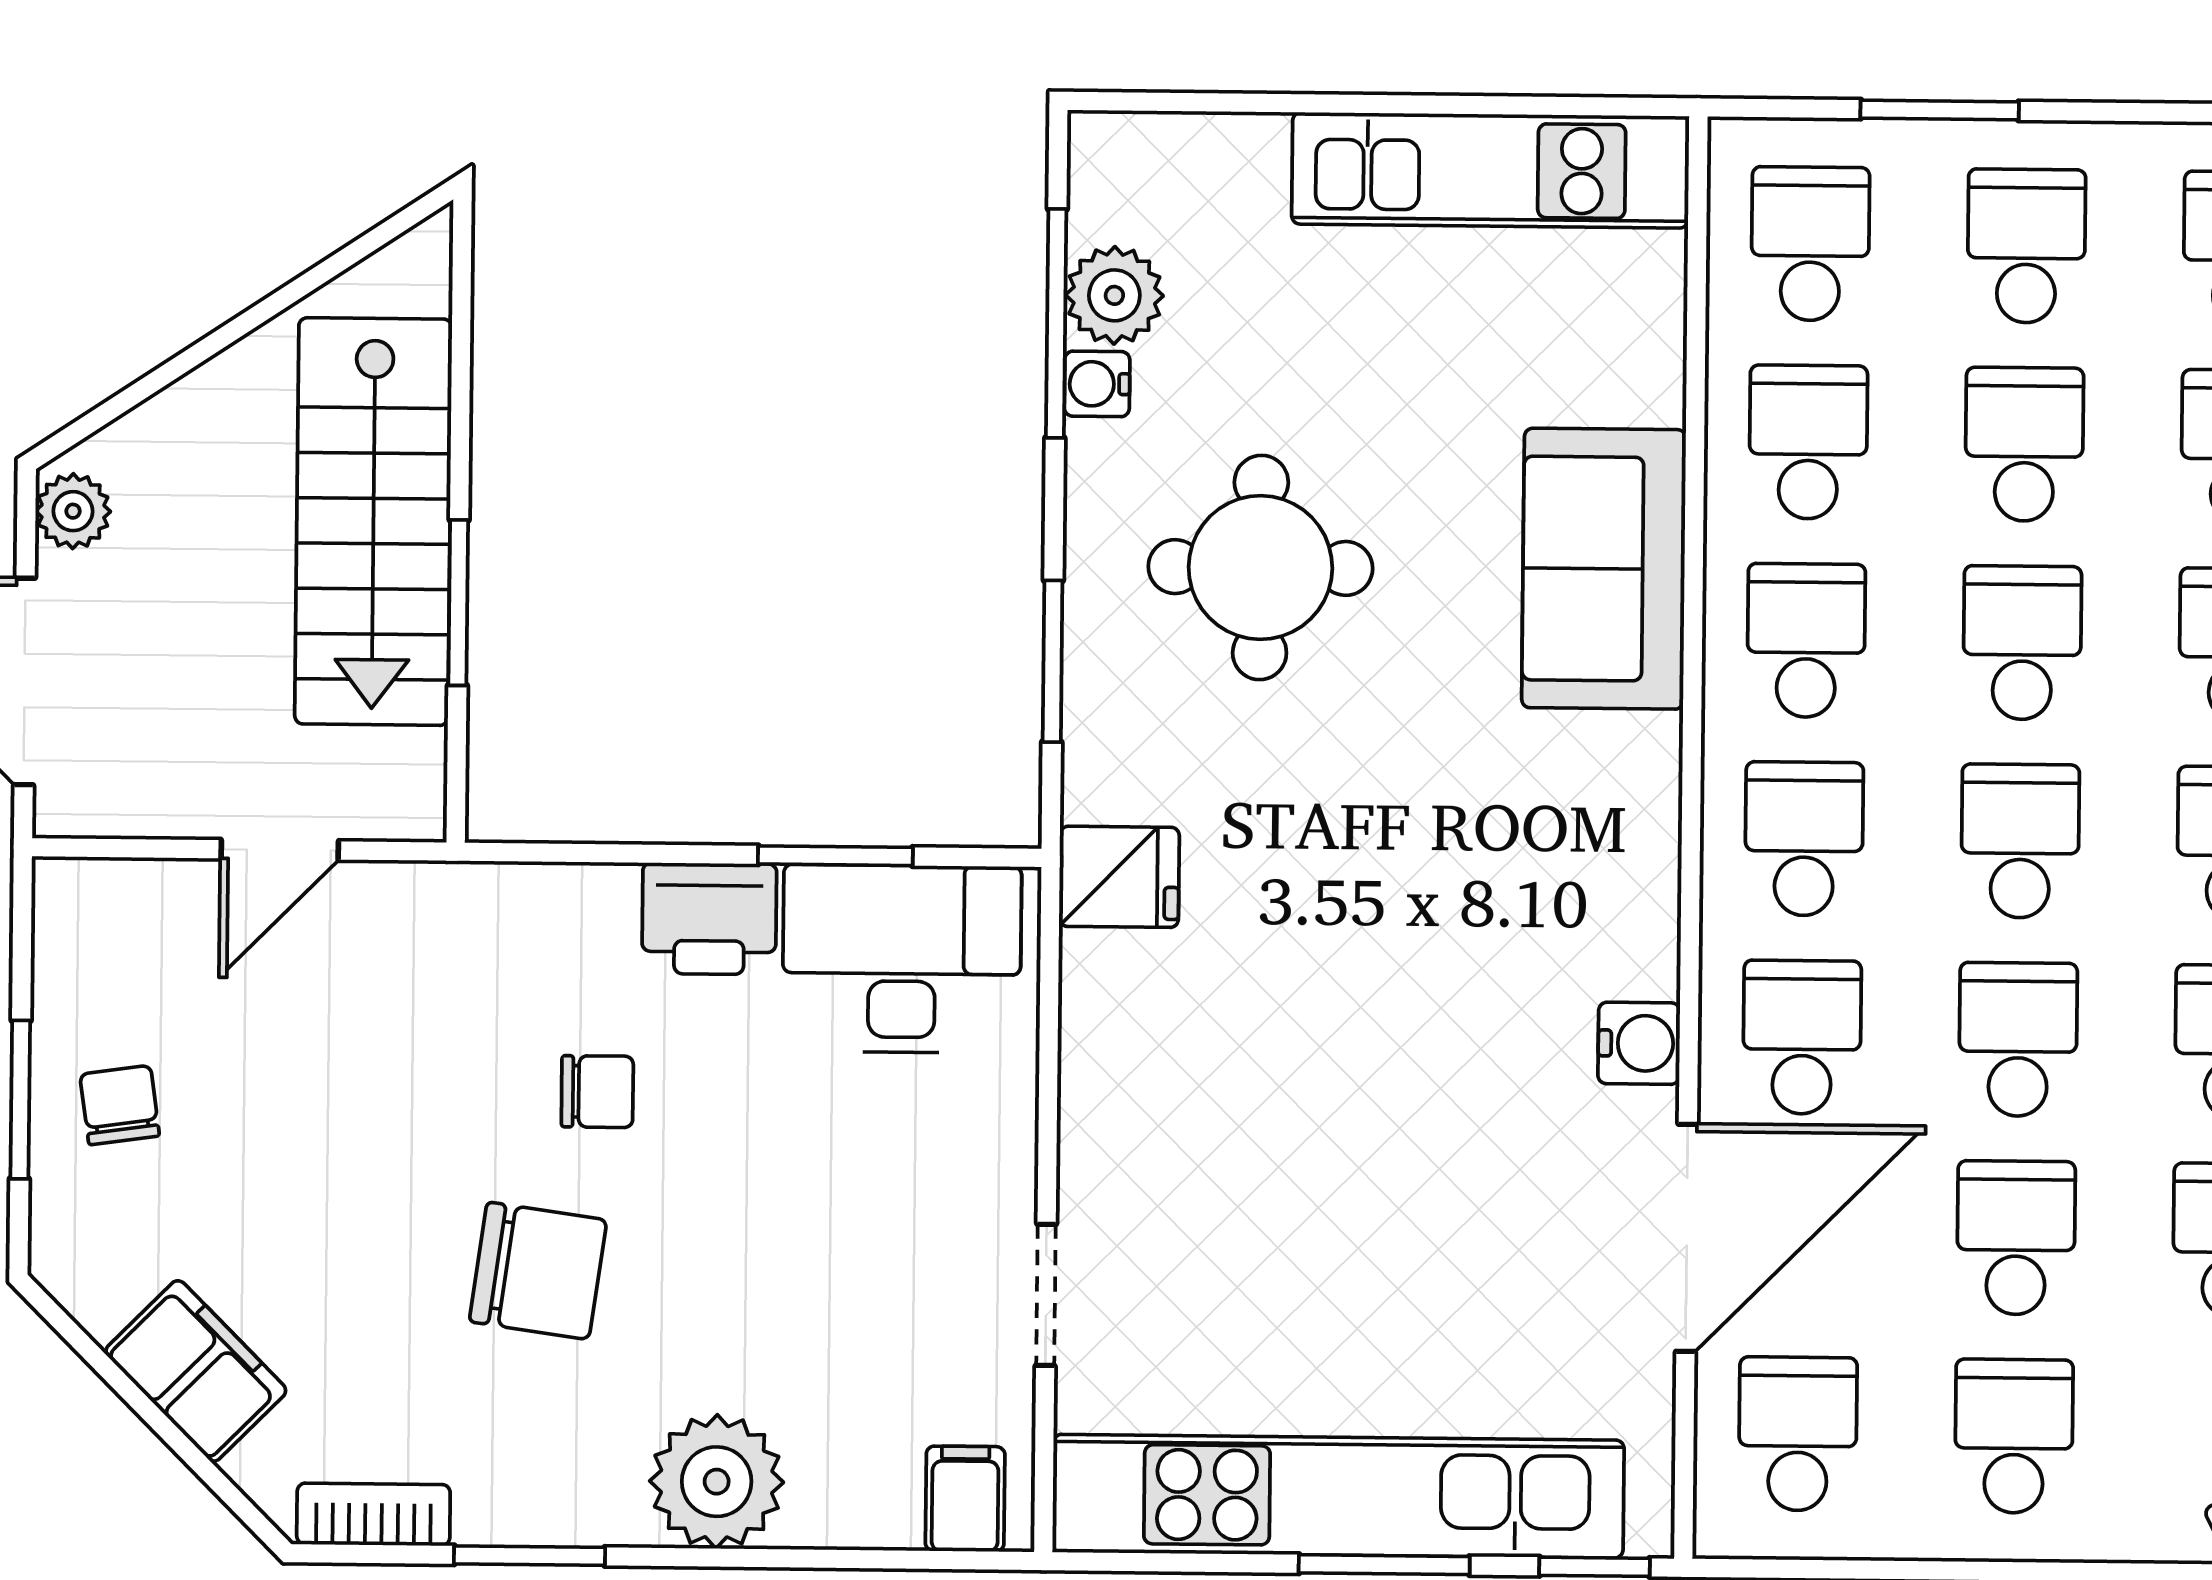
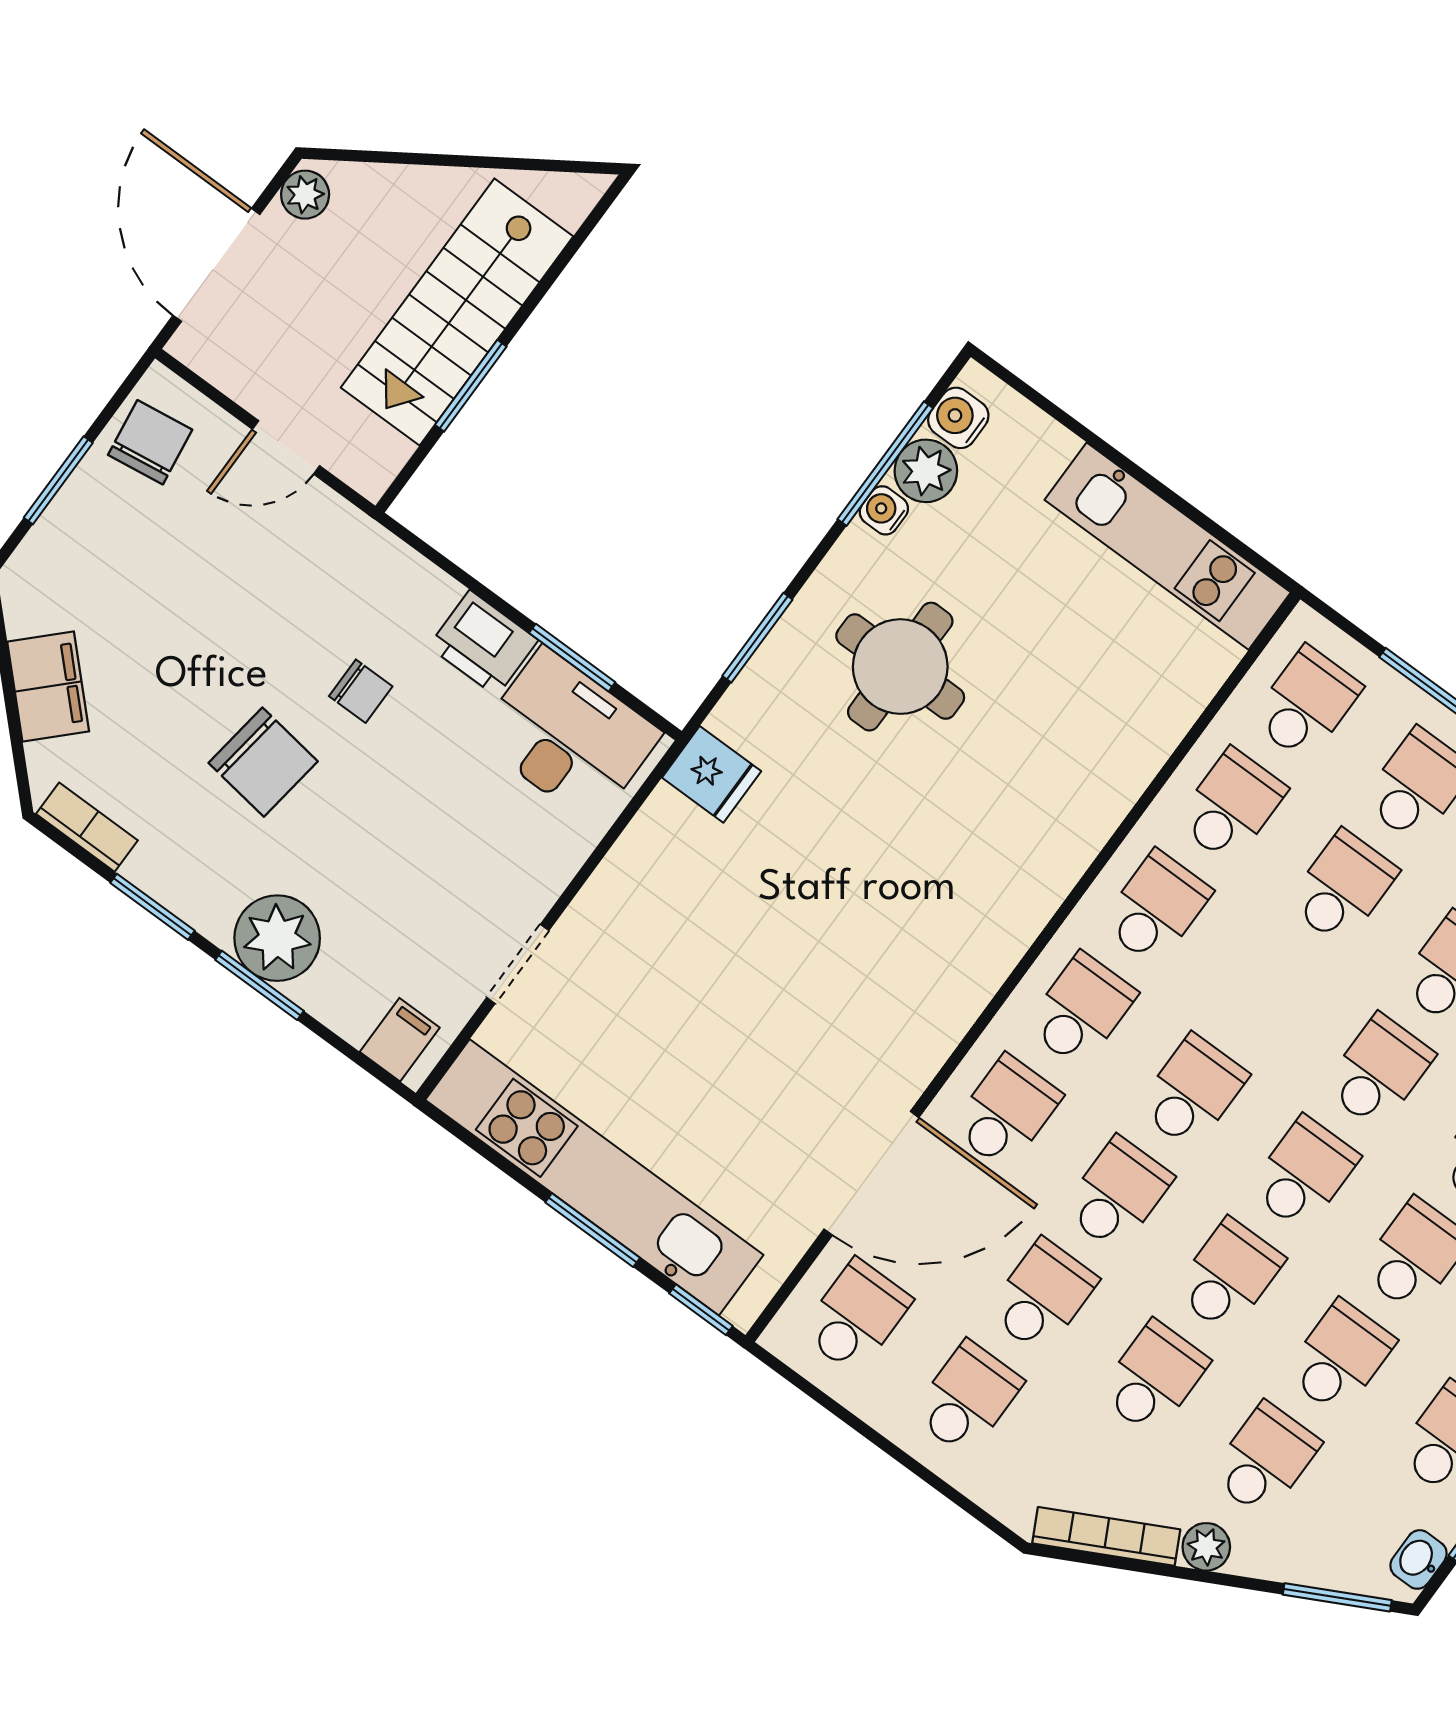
sofa: (1604, 569) -> (1078, 795), removed
school desk: (2022, 643) -> (1267, 990), removed
water cooler: (1639, 1043) -> (958, 418), moved, turned 180
chair: (120, 1105) -> (150, 442), moved, width x1.37, depth x1.37
window: (737, 1558) -> (259, 985), added

